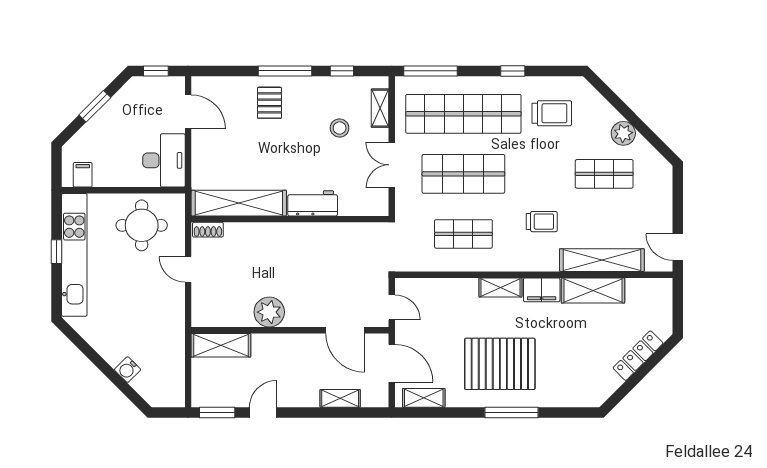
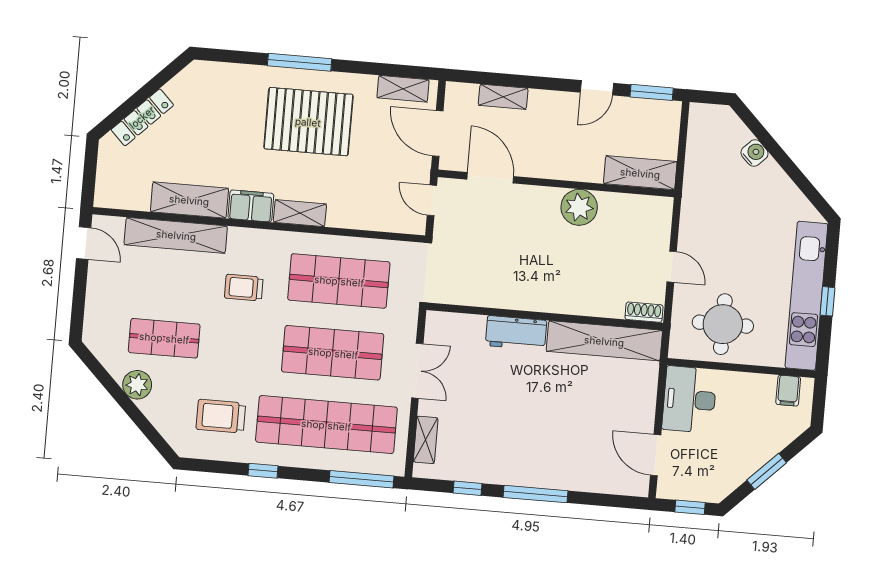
pallet: (269, 103) -> (557, 458), removed
stool: (340, 128) -> (476, 420), removed
shop shelf: (463, 234) -> (339, 281), width x1.43, depth x1.36

